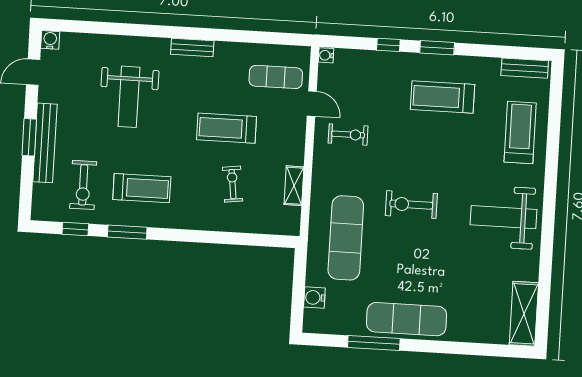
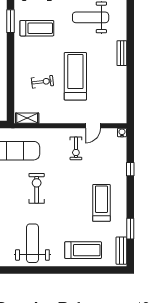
window: (437, 48) -> (130, 229), moved
exercise mat: (276, 77) -> (107, 104), removed
treadmill: (227, 128) -> (75, 76), width x1.37, depth x1.38
shelving: (294, 186) -> (27, 118), moved
treadmill: (142, 188) -> (37, 28), turned -90

